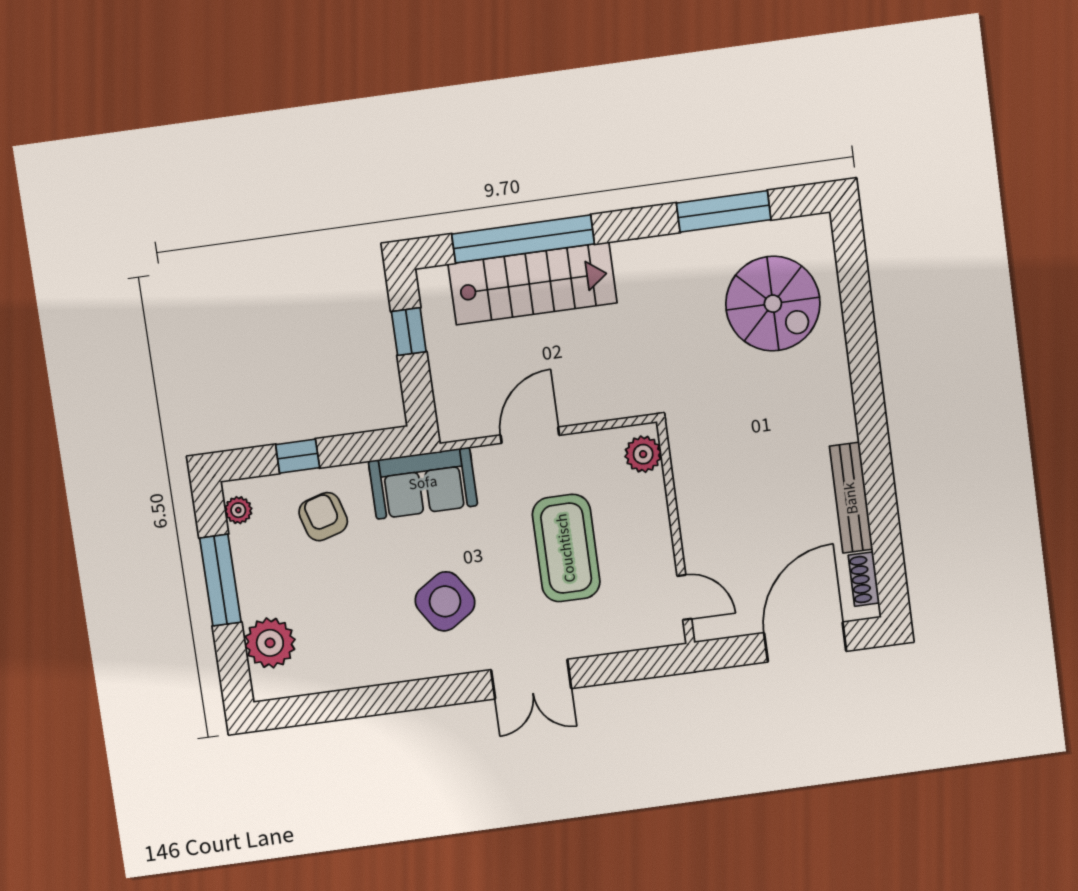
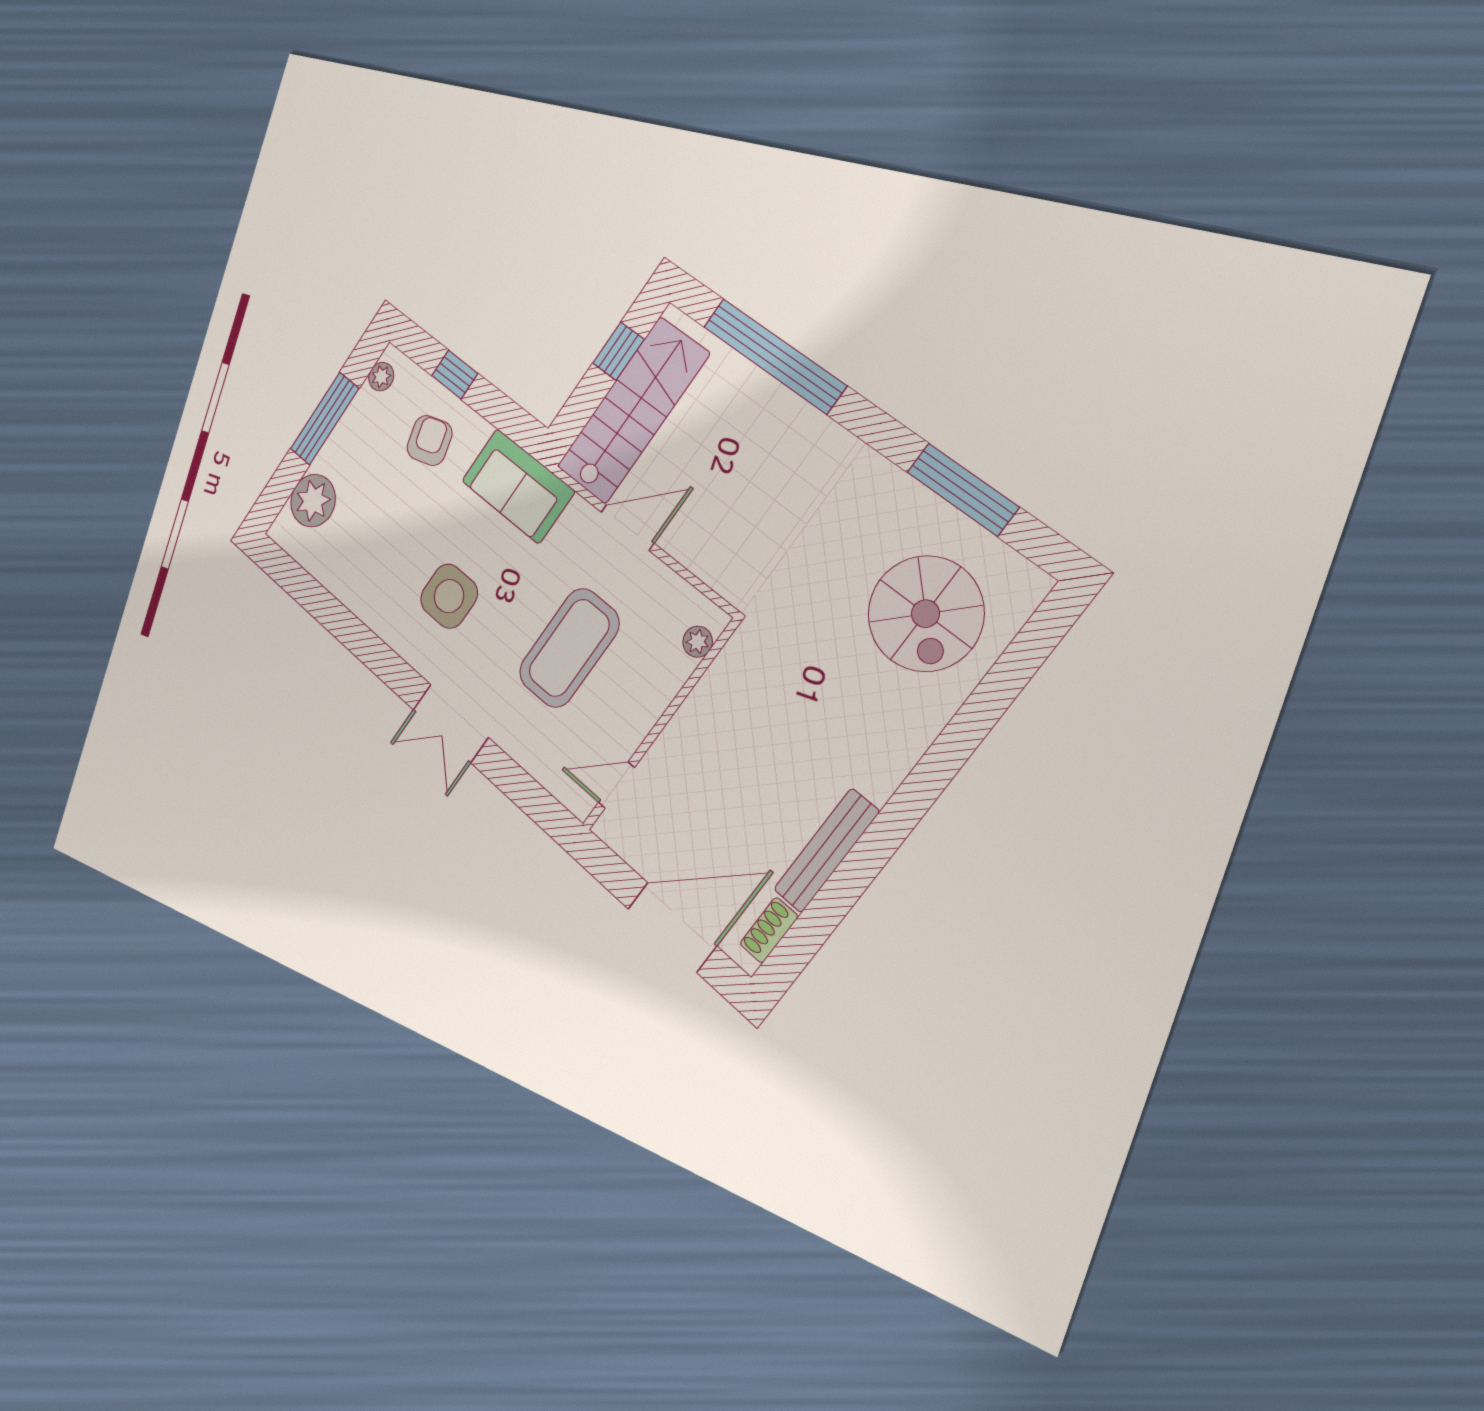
stairs: (533, 283) -> (633, 411), moved, turned -90
plant: (643, 454) -> (698, 642), width x0.73, depth x0.73
door: (684, 597) -> (616, 785), swing flipped
side table: (445, 601) -> (449, 596), turned 33

